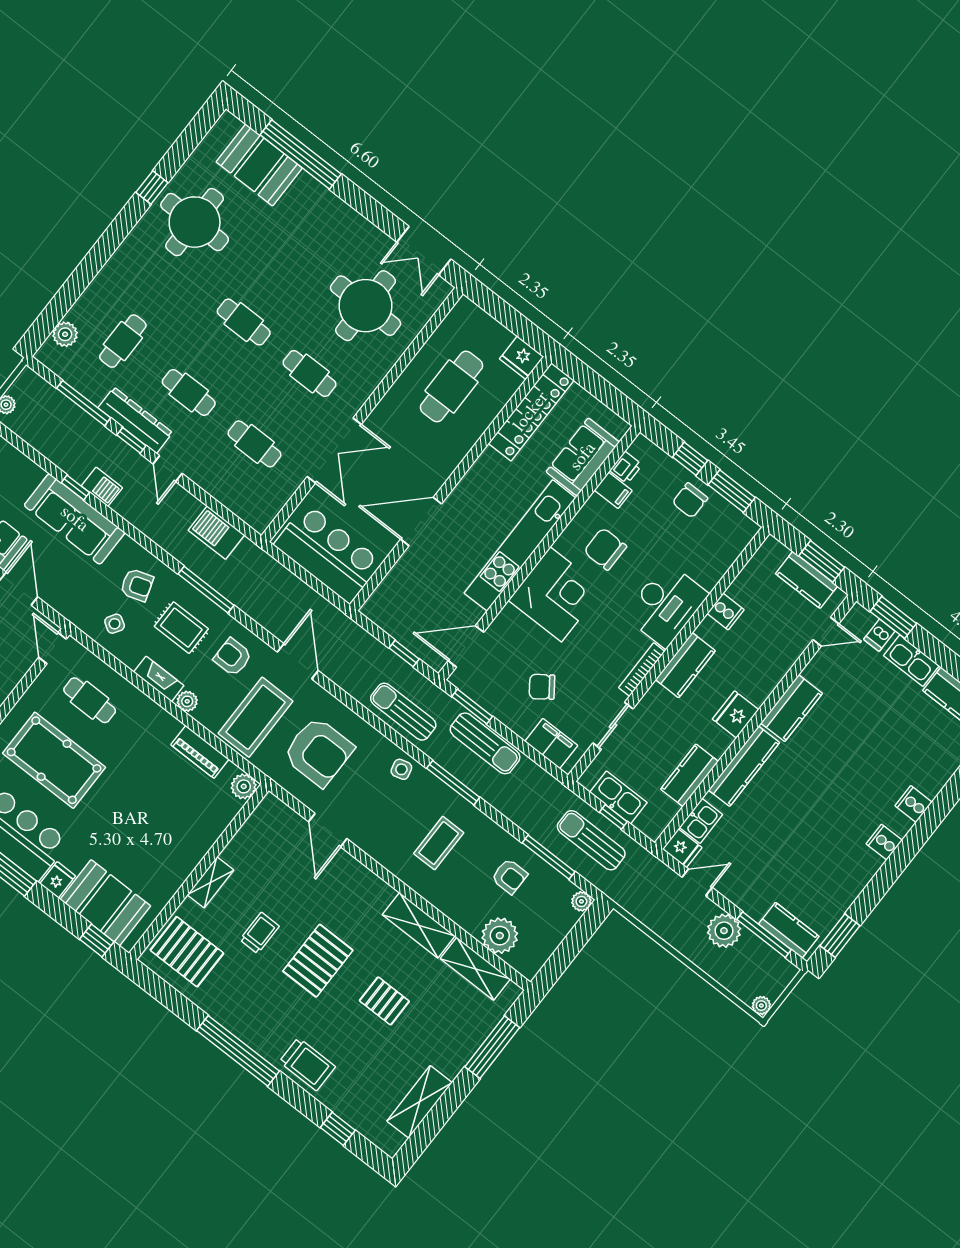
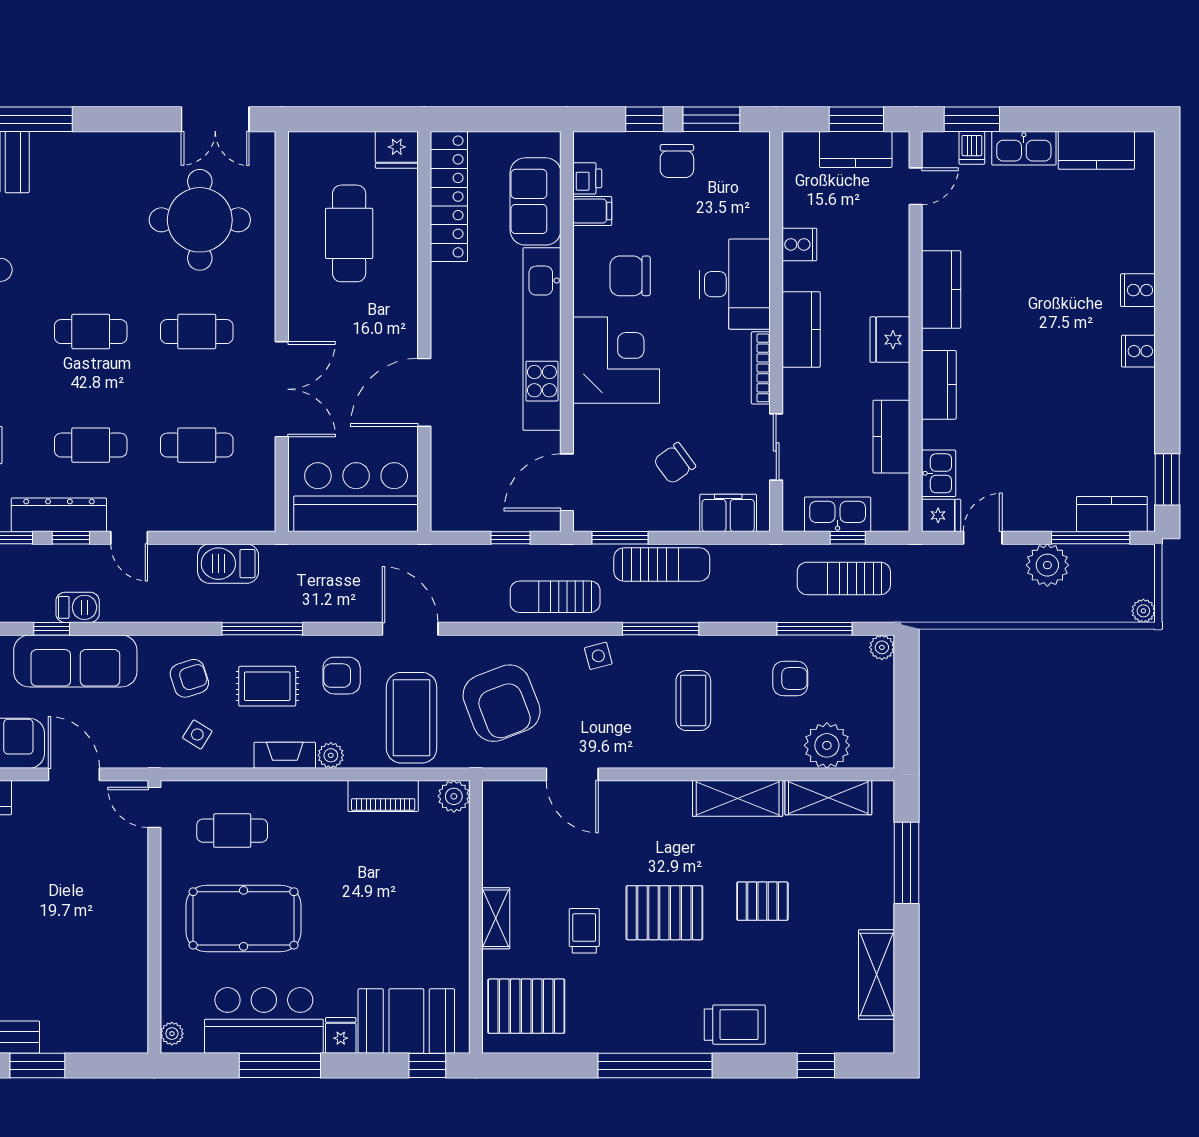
armchair: (318, 752) -> (502, 703), turned 69
kitchen counter: (744, 766) -> (939, 385), width x0.67
pallet: (318, 961) -> (664, 913), turned 90

